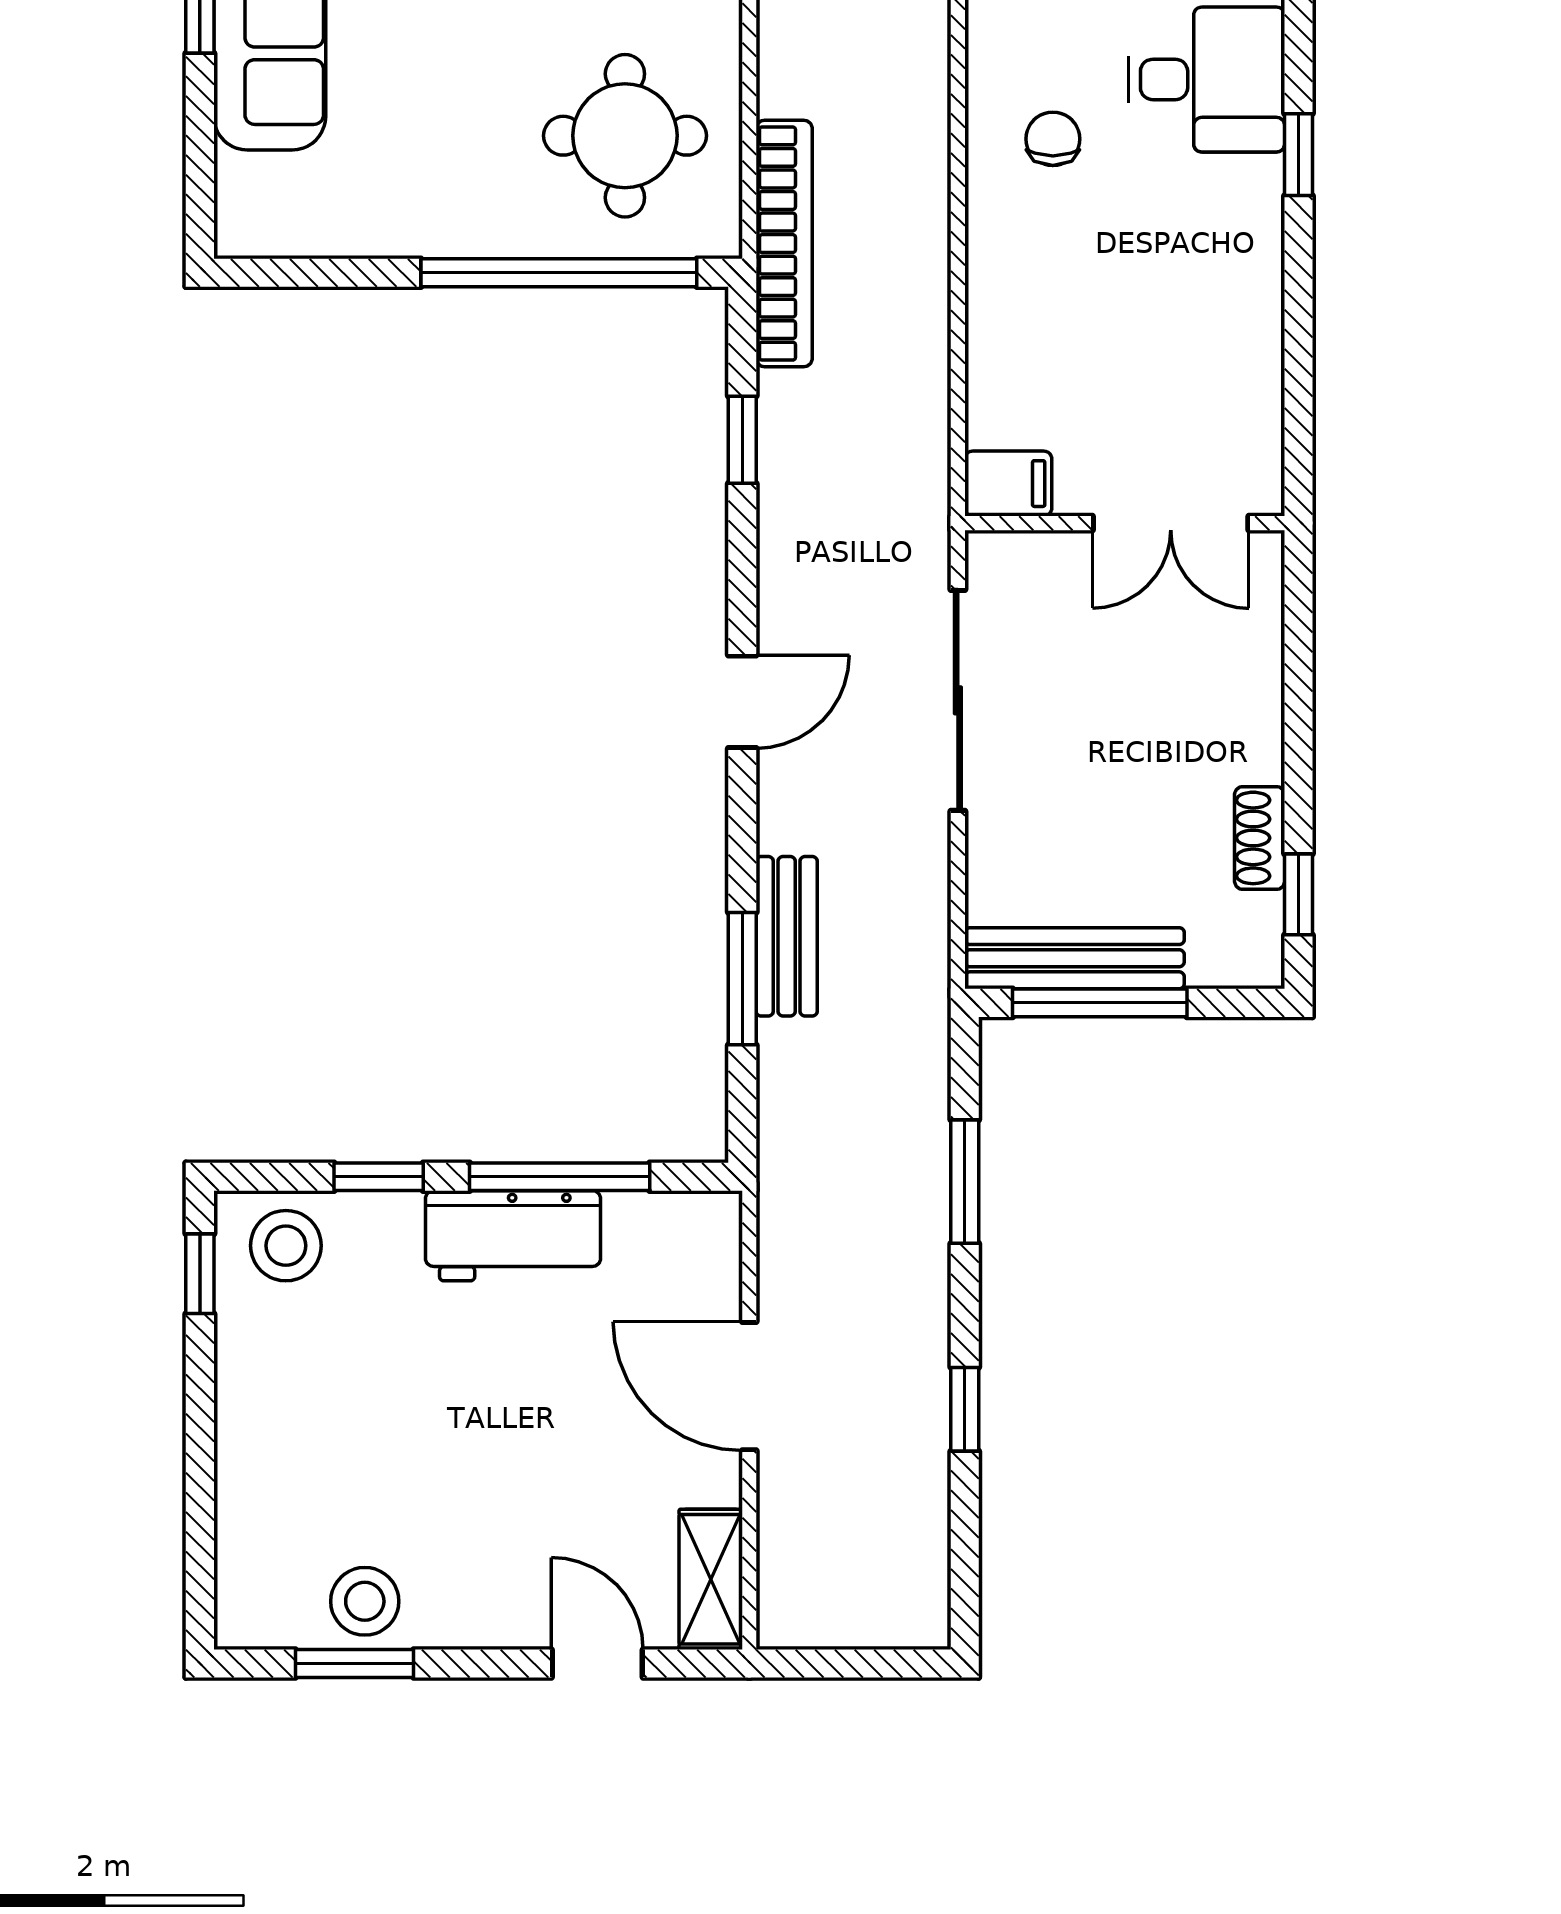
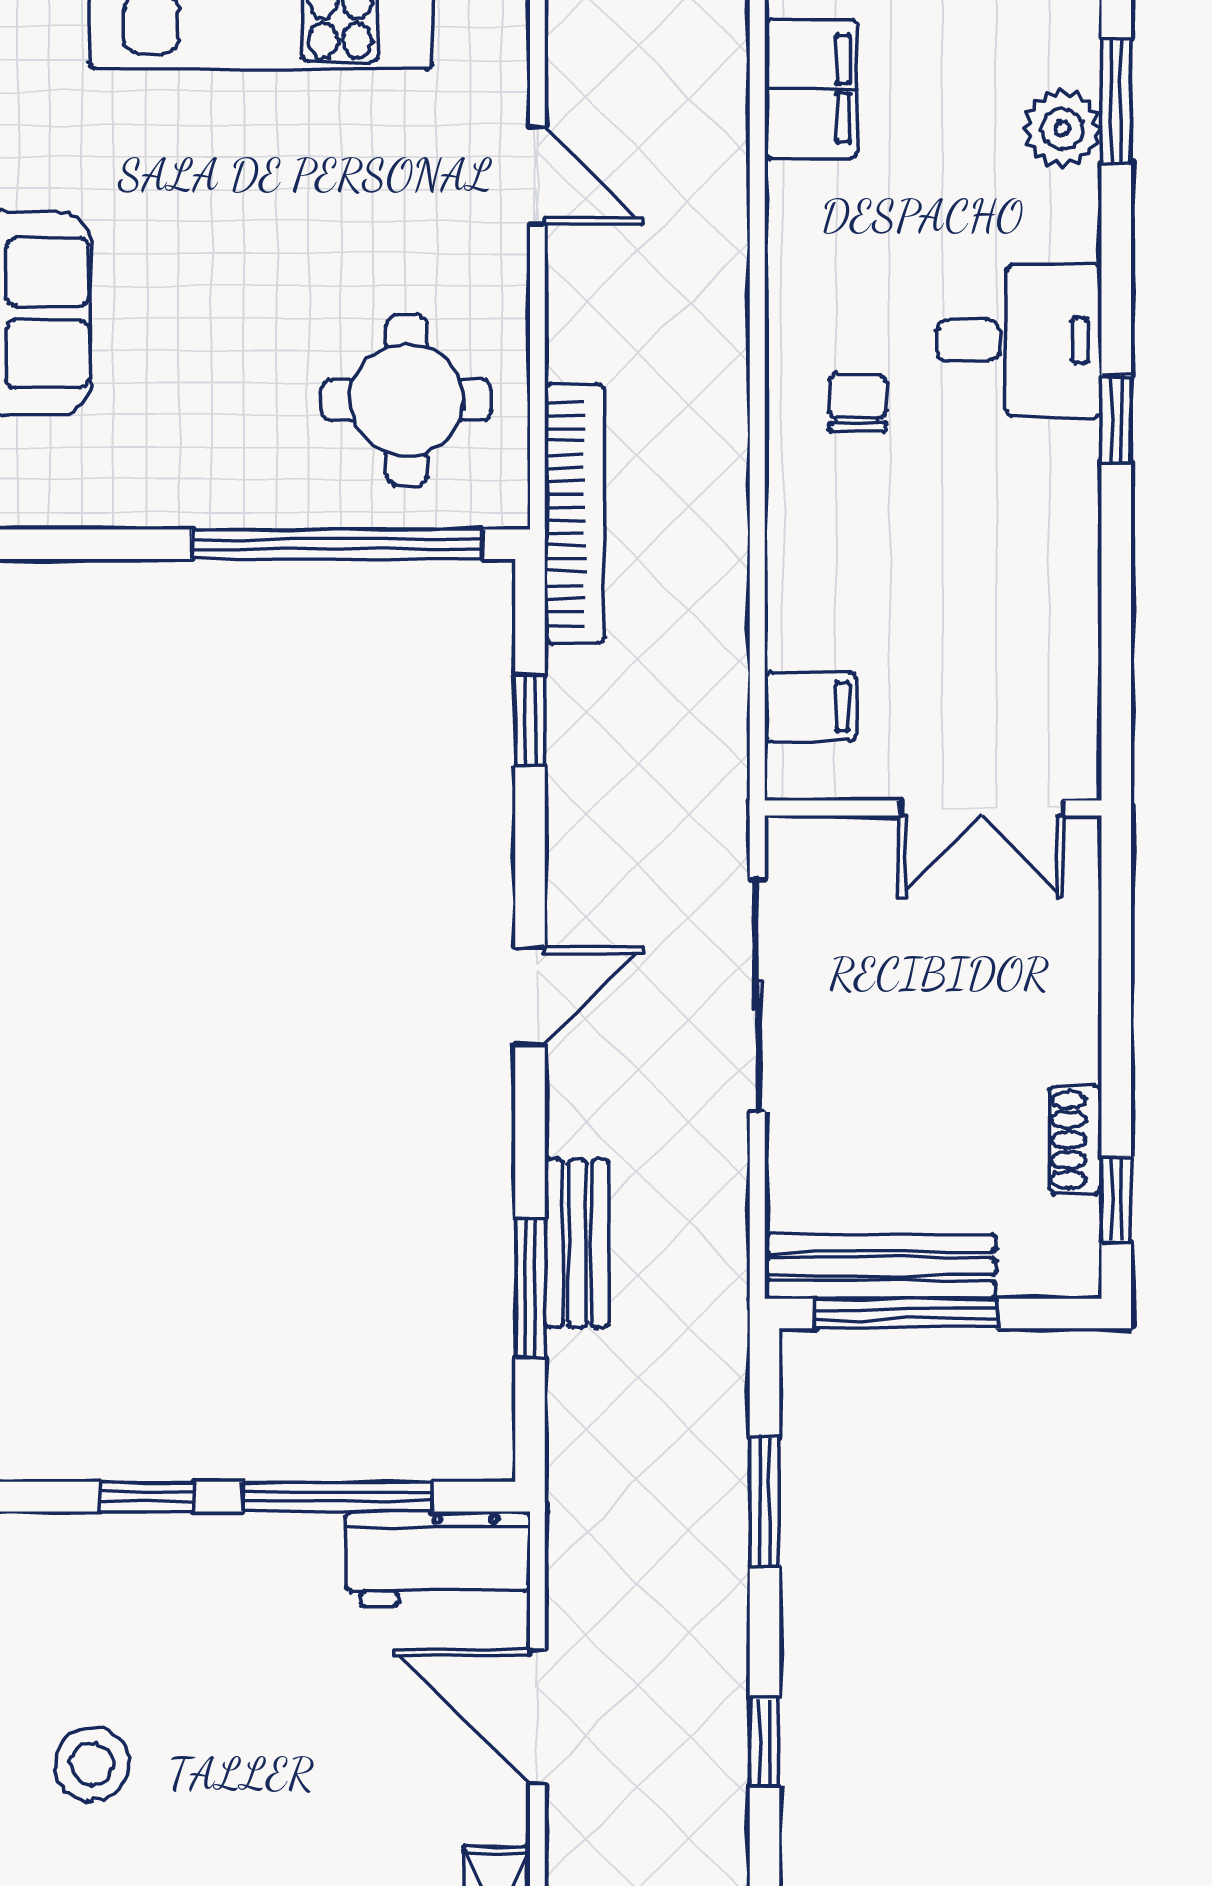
filing cabinet: (1008, 484) -> (810, 707), moved
workbench: (513, 1236) -> (438, 1559), moved
stool: (286, 1246) -> (92, 1764), moved

